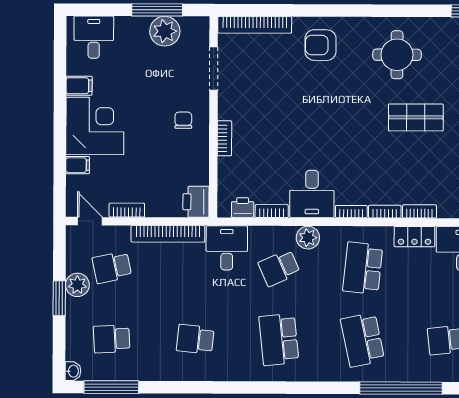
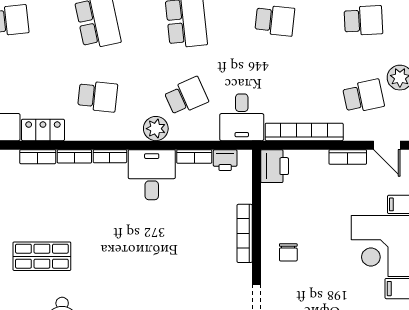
bookcase: (224, 138) -> (245, 233), width x1.56
school desk: (363, 268) -> (98, 96), width x0.54

